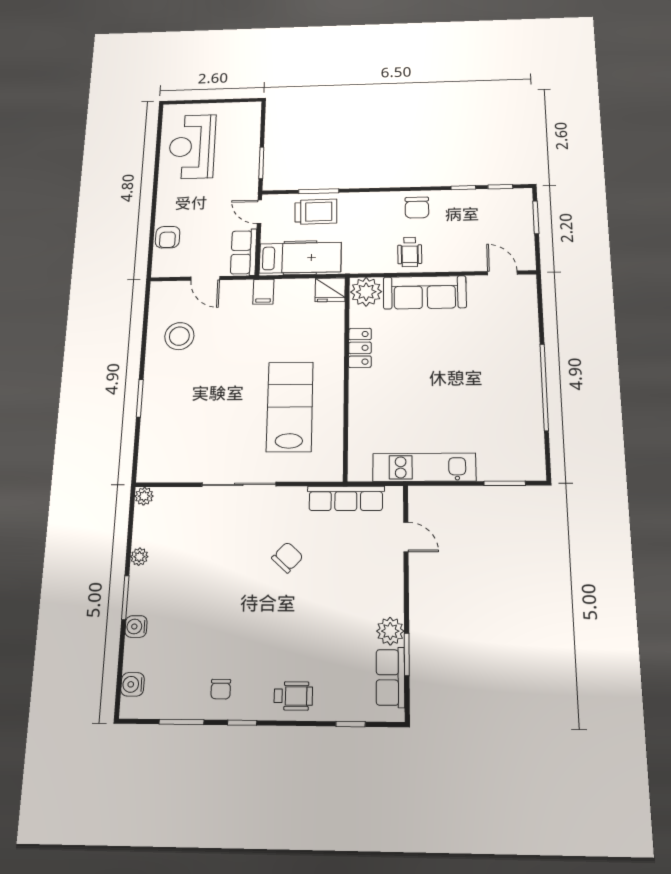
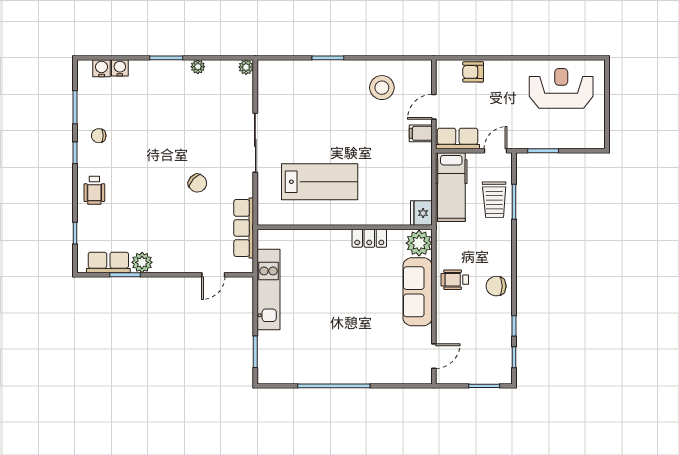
filing cabinet: (263, 292) -> (421, 133), moved
water cooler: (136, 627) -> (120, 68), moved

